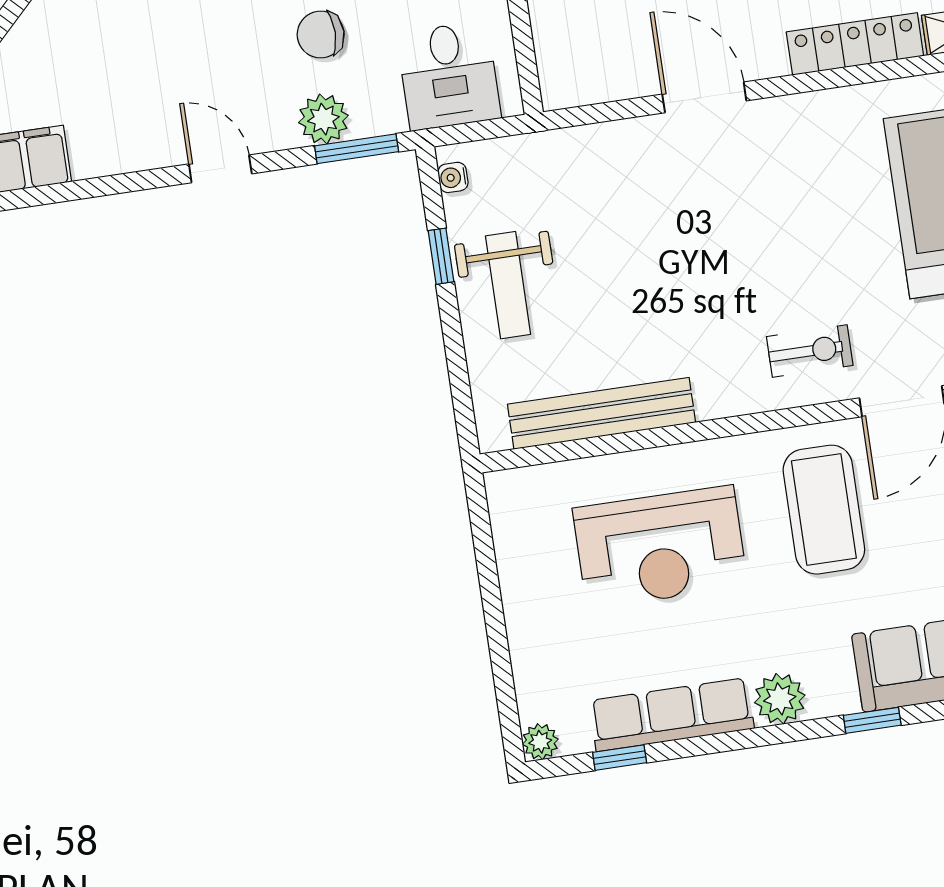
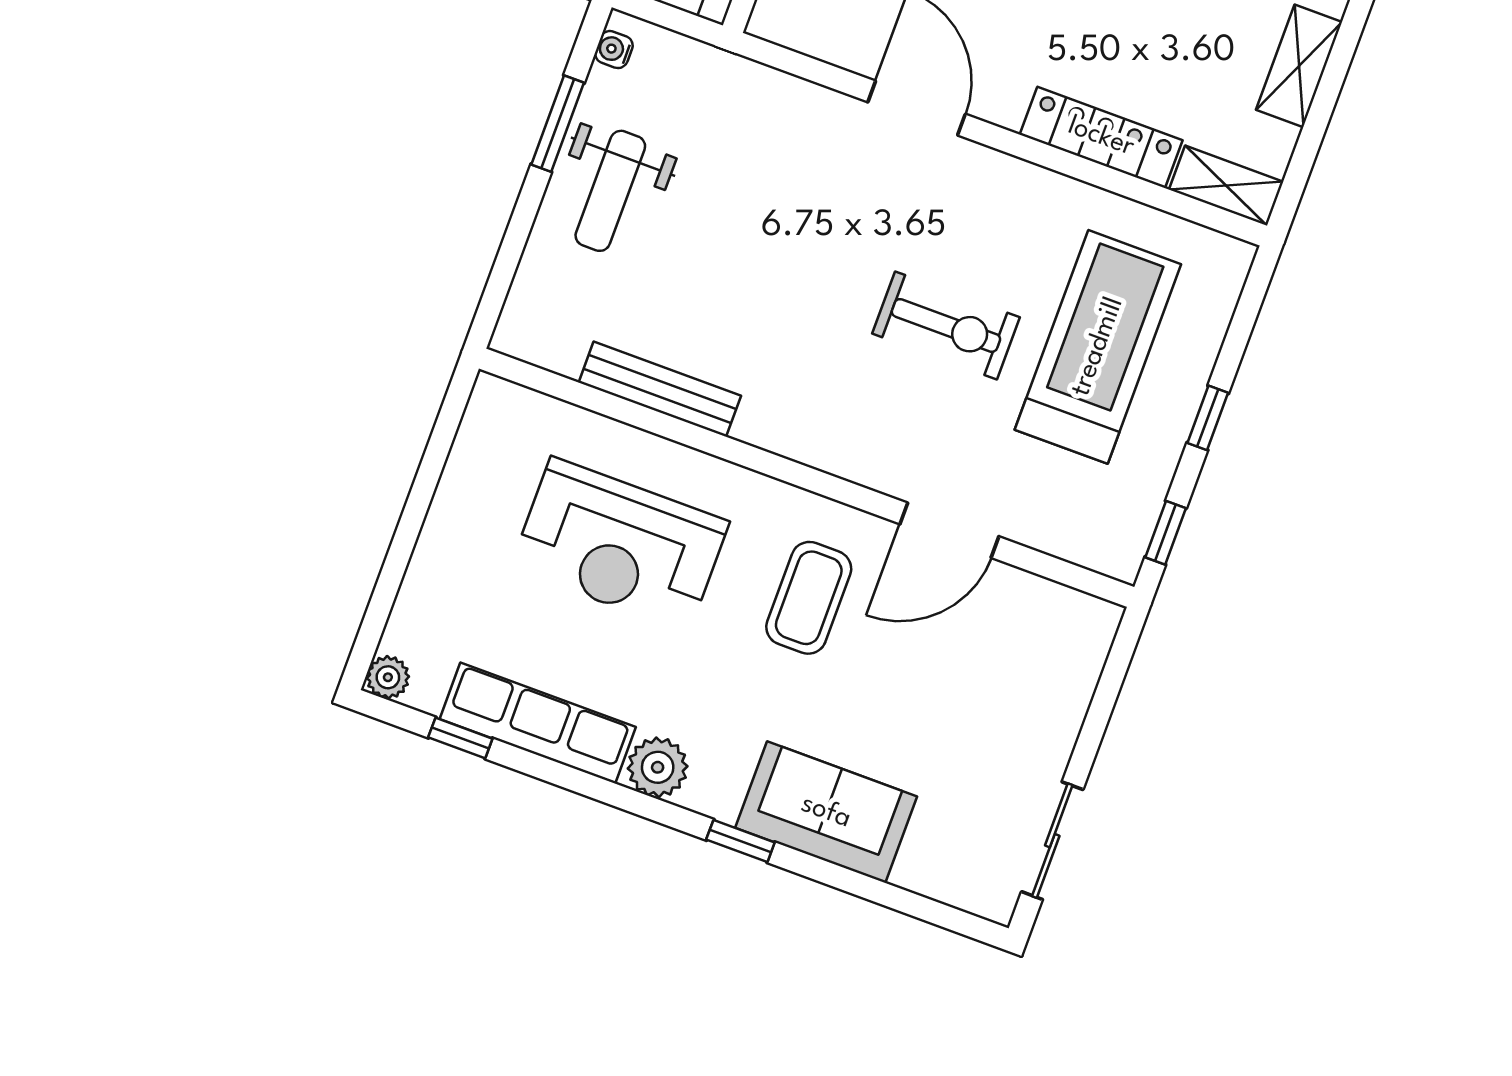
window: (441, 256) -> (558, 124), width x1.50
exercise bike: (810, 351) -> (946, 325), moved, width x1.38, depth x1.39
bench: (602, 413) -> (660, 389), width x0.73, depth x0.82
coffee table: (824, 510) -> (809, 598), width x0.73, depth x0.76

